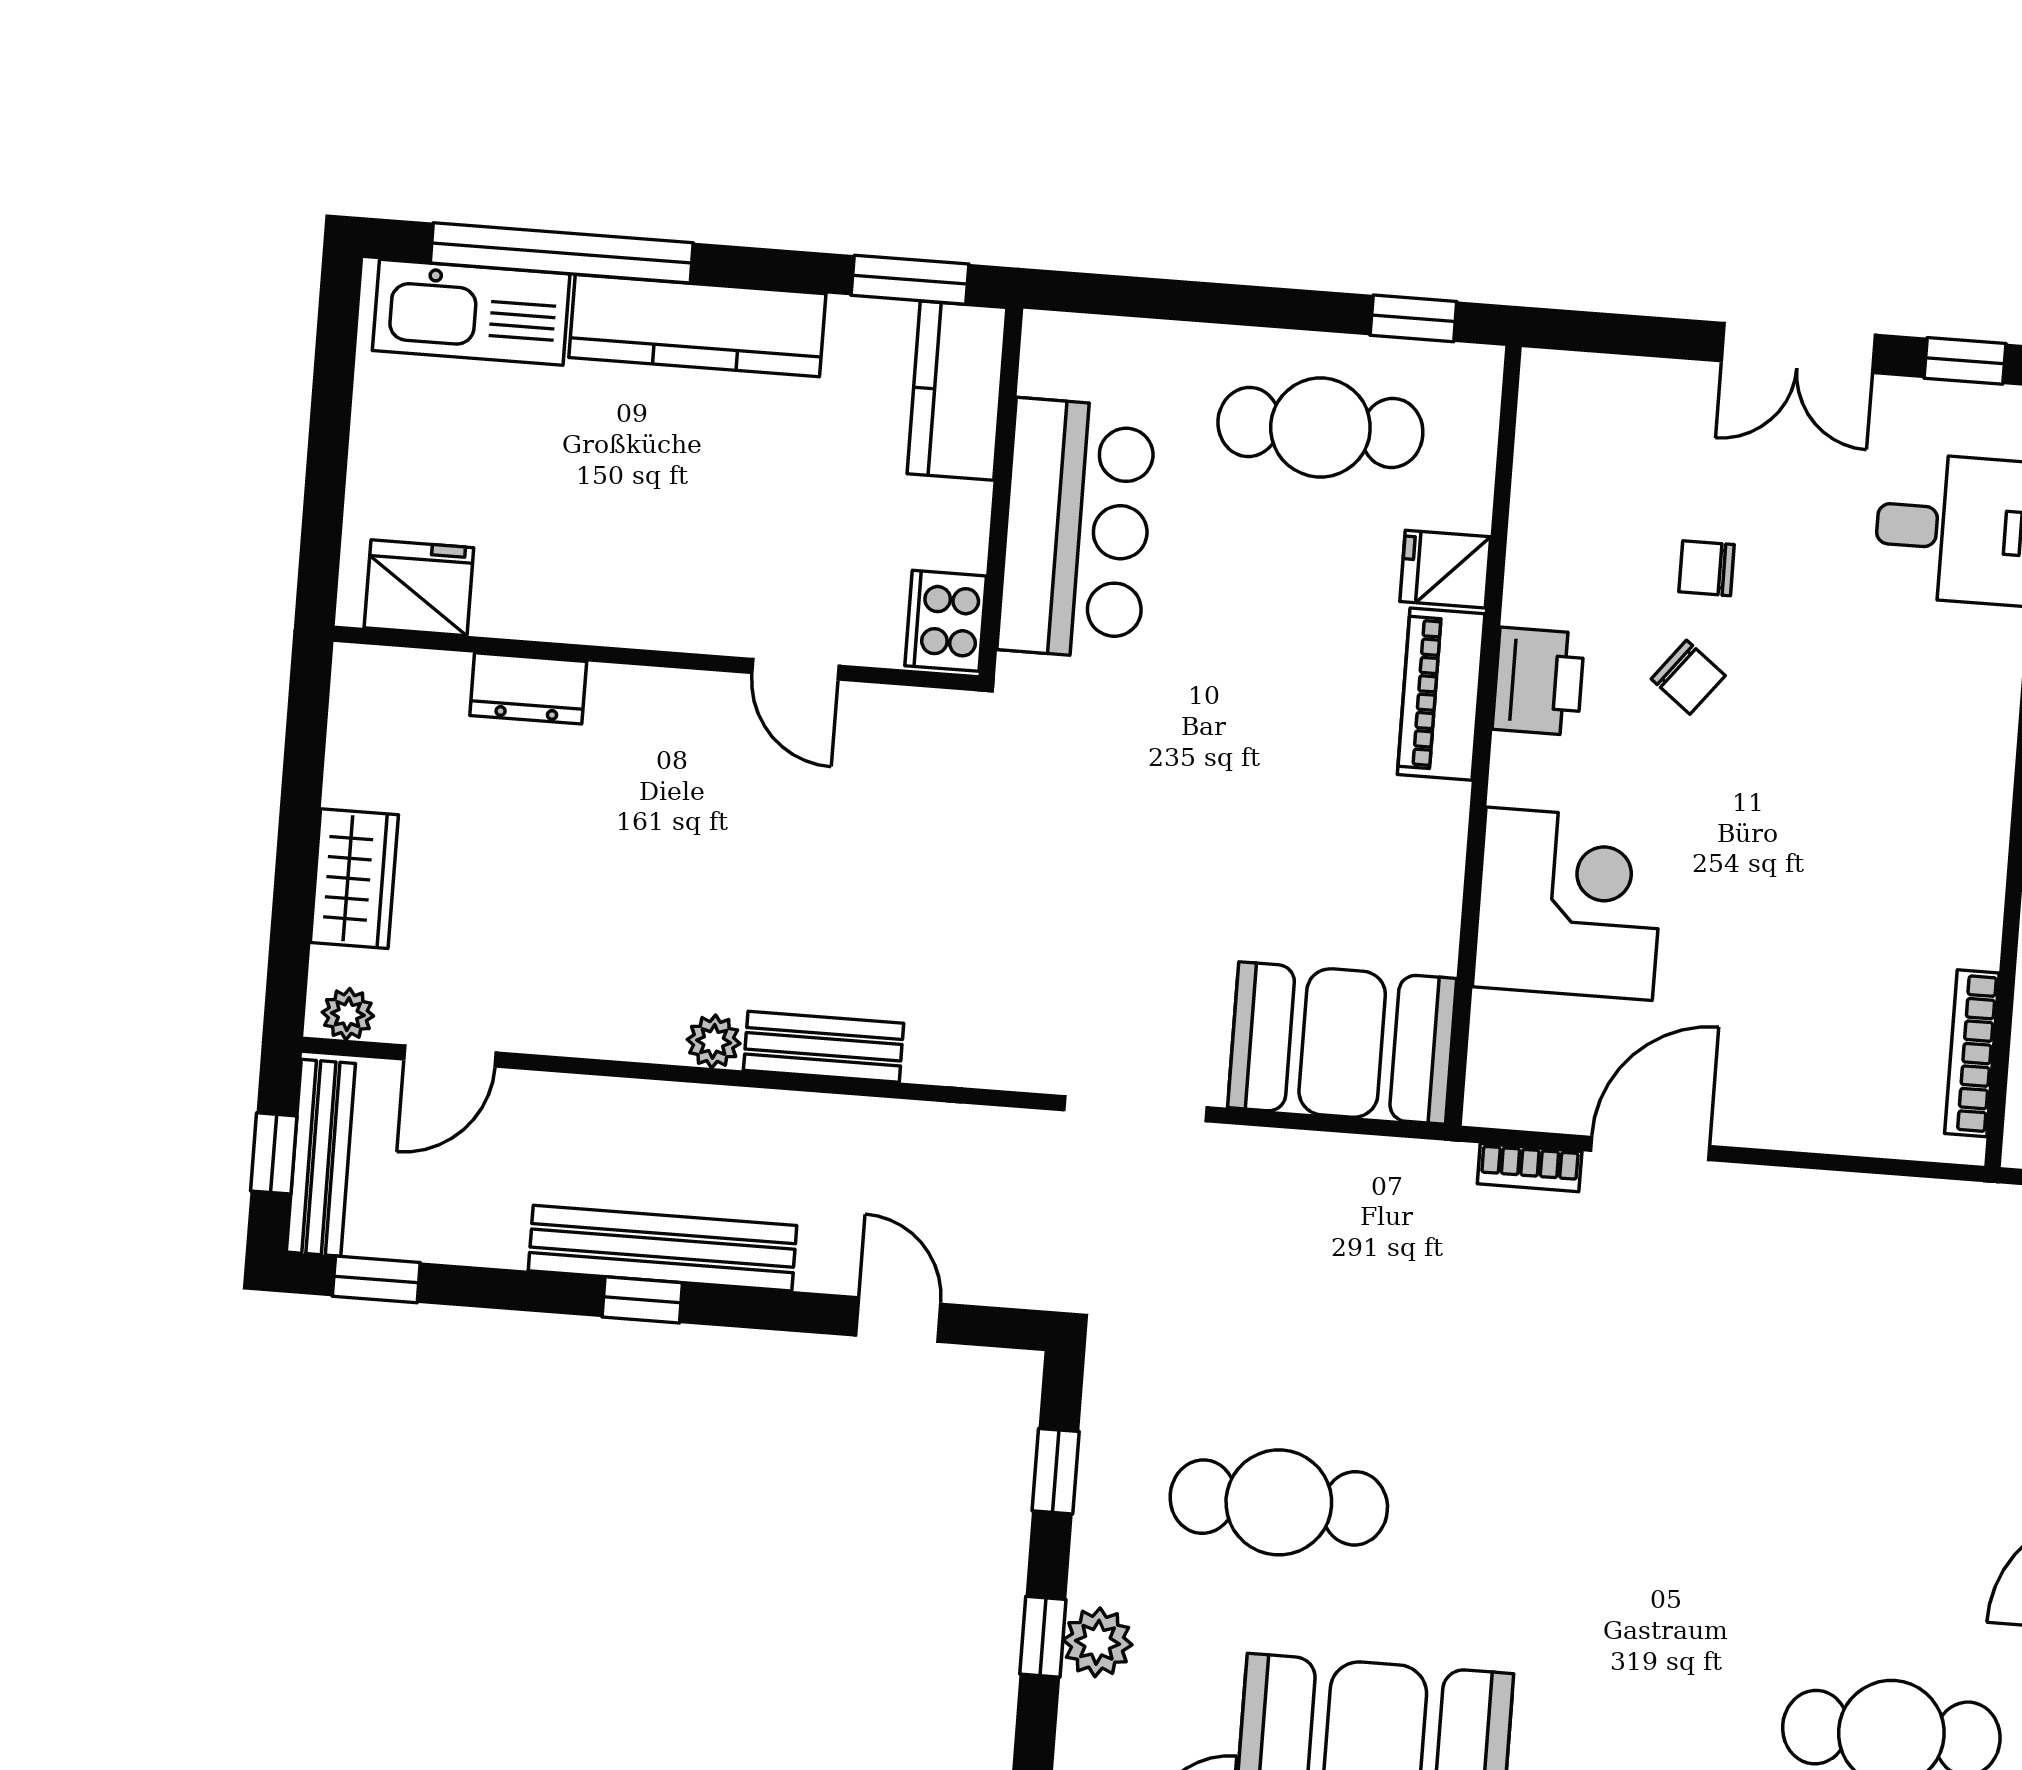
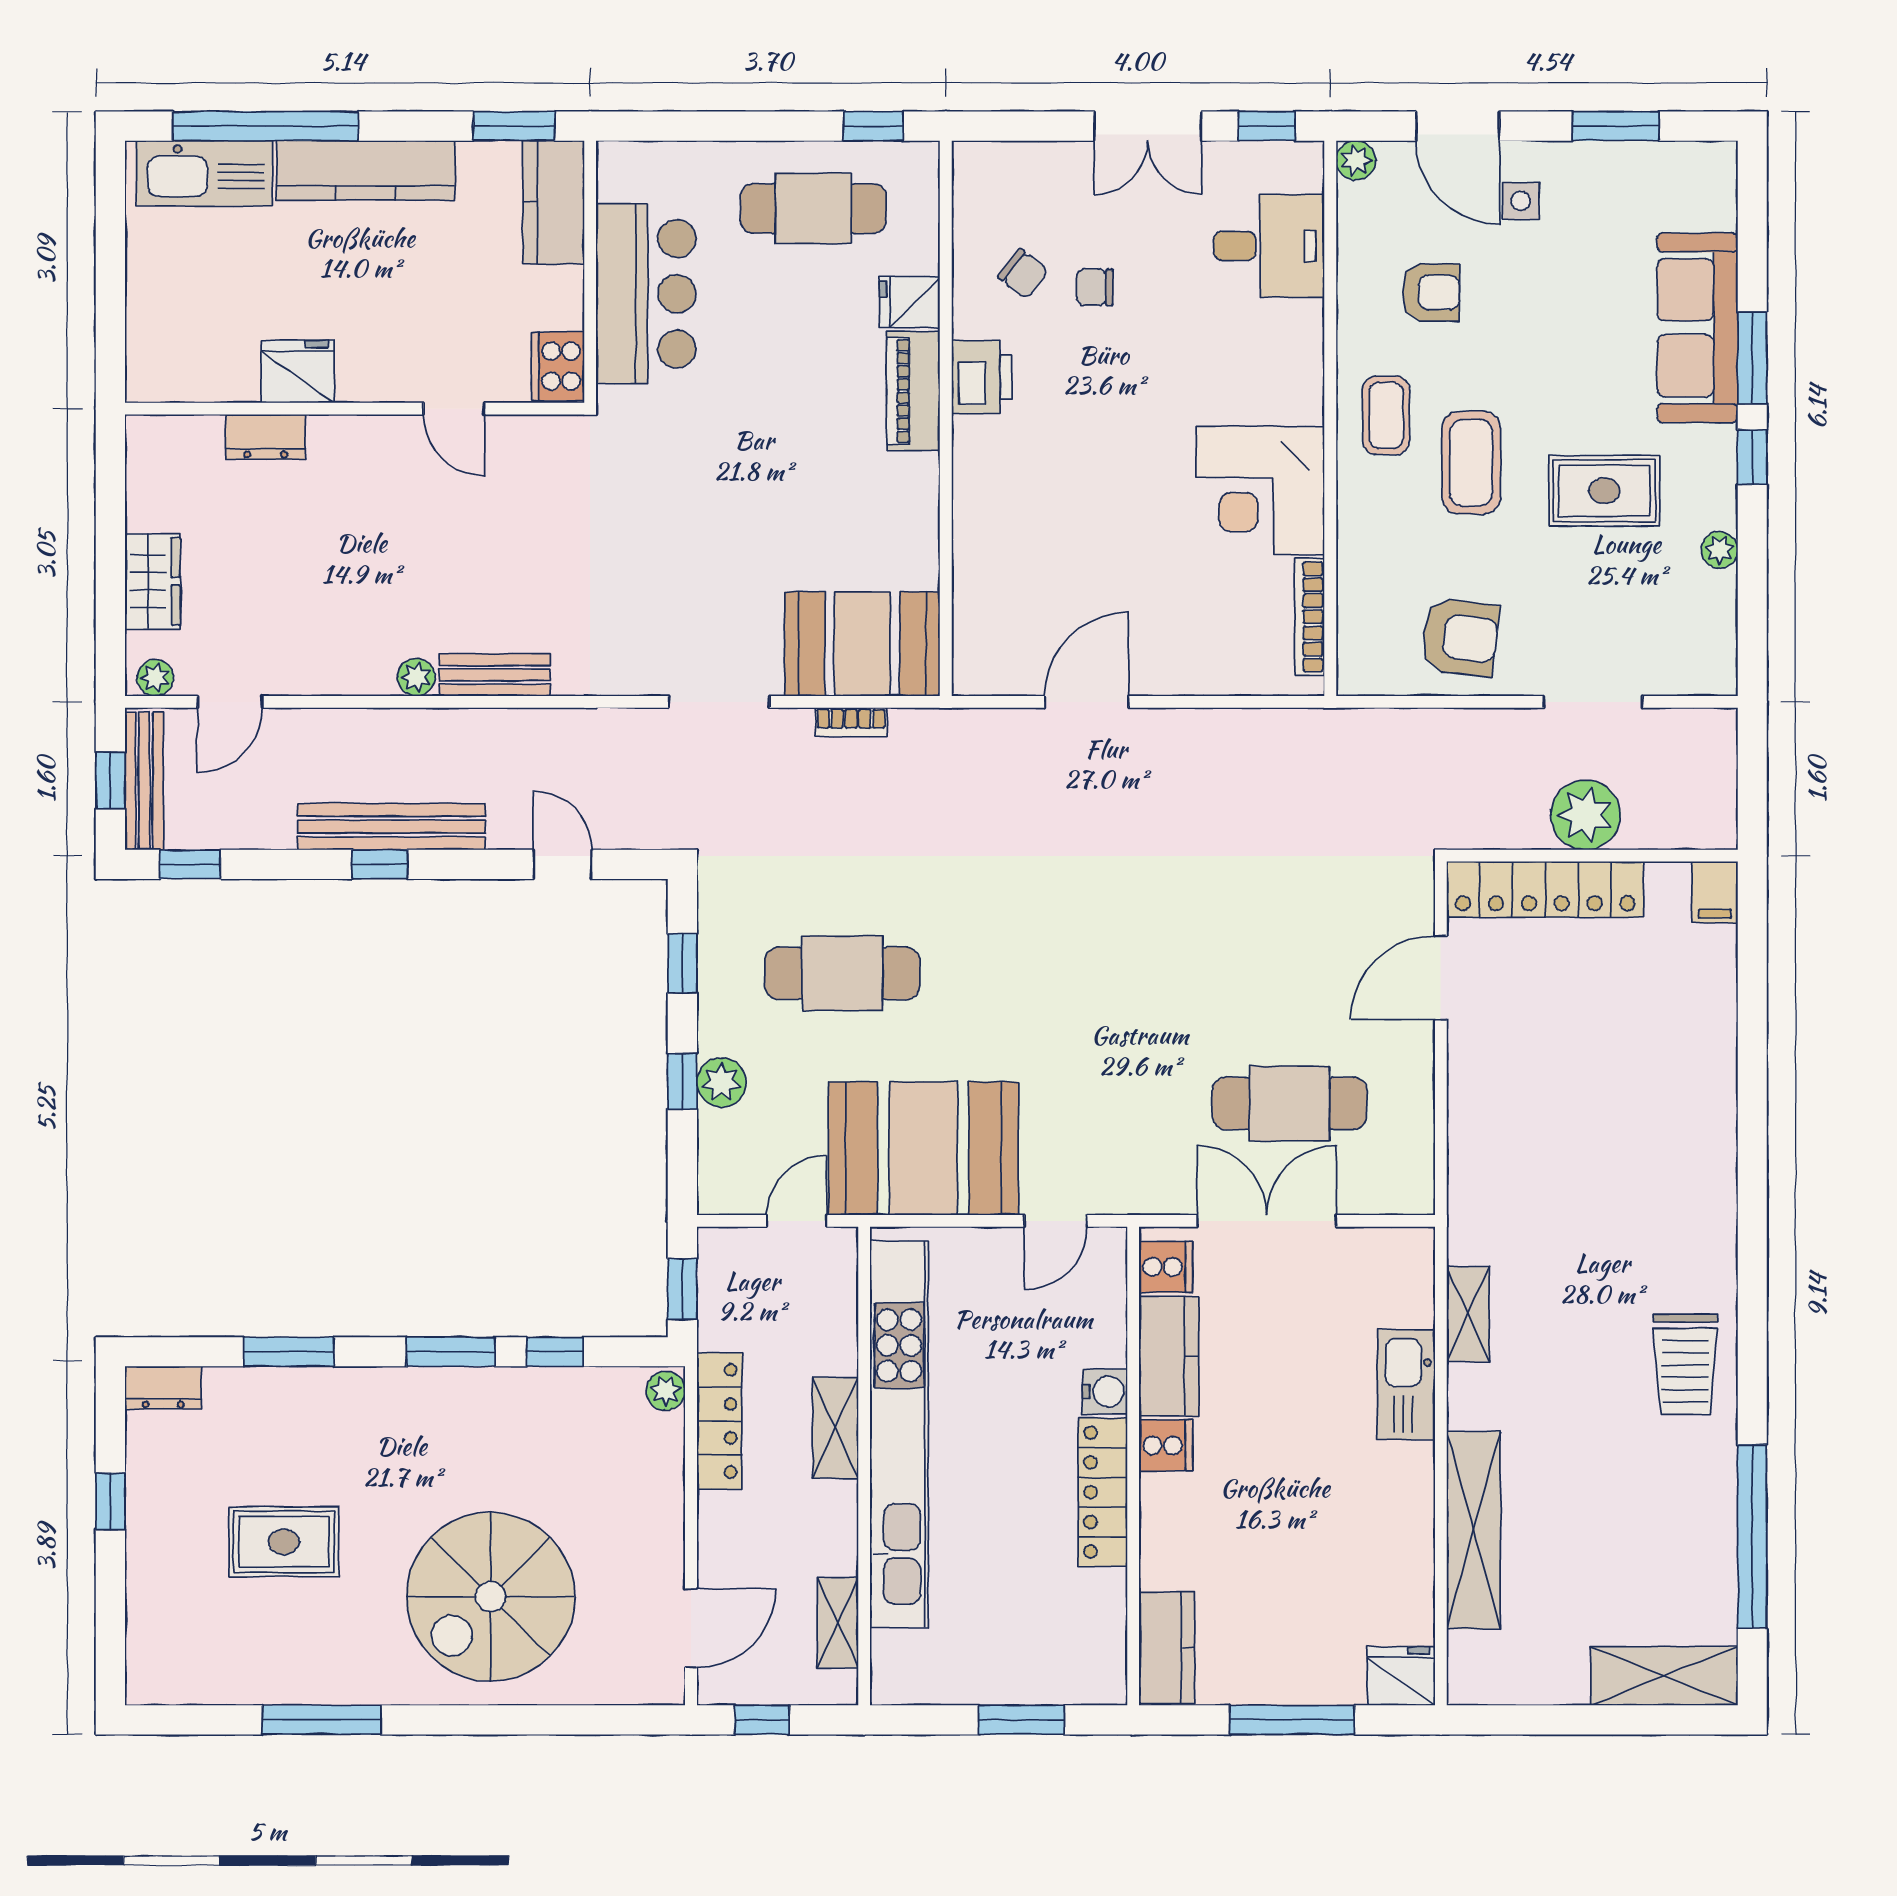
fridge: (419, 588) -> (298, 371), moved
chair: (1688, 677) -> (1023, 274), moved
corner desk: (1569, 904) -> (1260, 490), moved, turned 180
bookcase: (1530, 1168) -> (851, 722), moved

